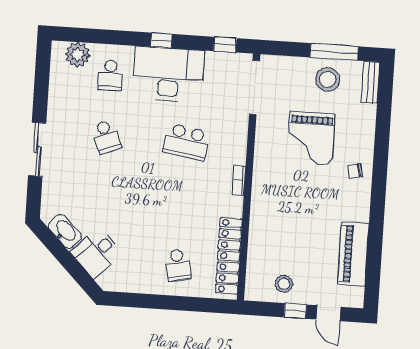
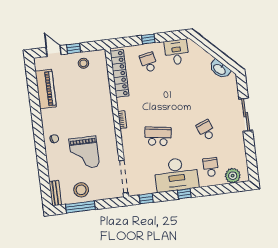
grand piano: (311, 138) -> (84, 153), turned 180
desk: (97, 253) -> (177, 52), moved, turned -45
window: (171, 303) -> (148, 39), added

